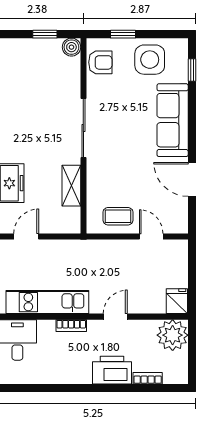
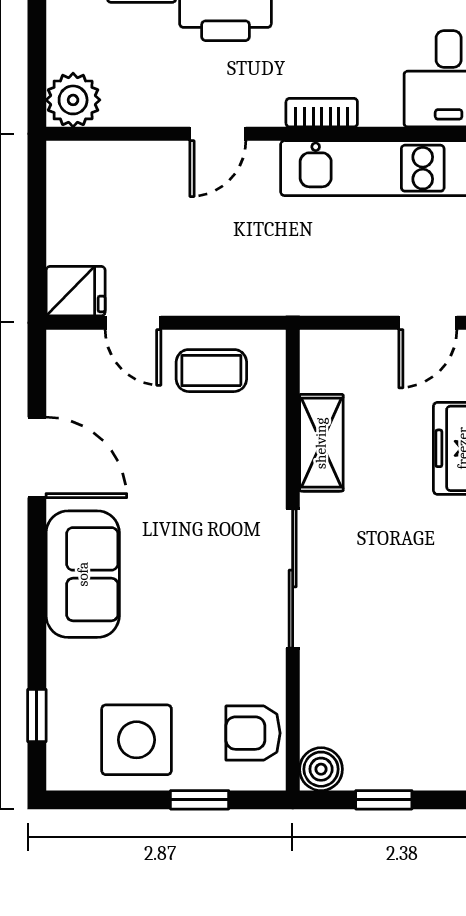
sofa: (173, 120) -> (83, 574), width x0.73
fridge: (177, 301) -> (76, 291), moved, turned -90
plant: (173, 335) -> (73, 100), width x0.73, depth x0.73

